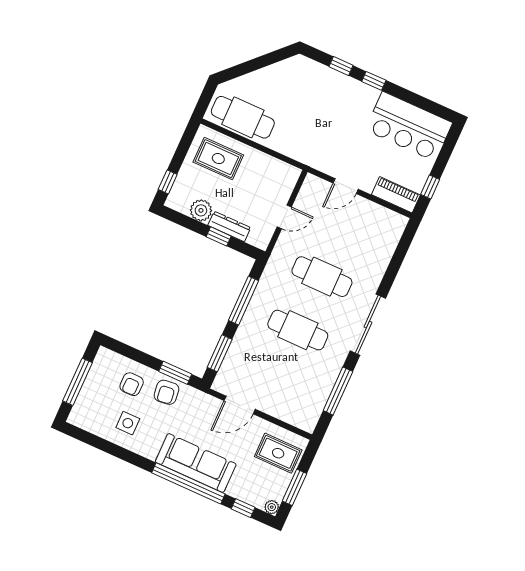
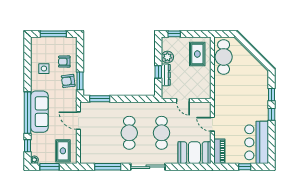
window: (430, 187) -> (245, 167), moved
booth: (379, 237) -> (194, 153), added
window: (243, 301) -> (132, 99), removed

